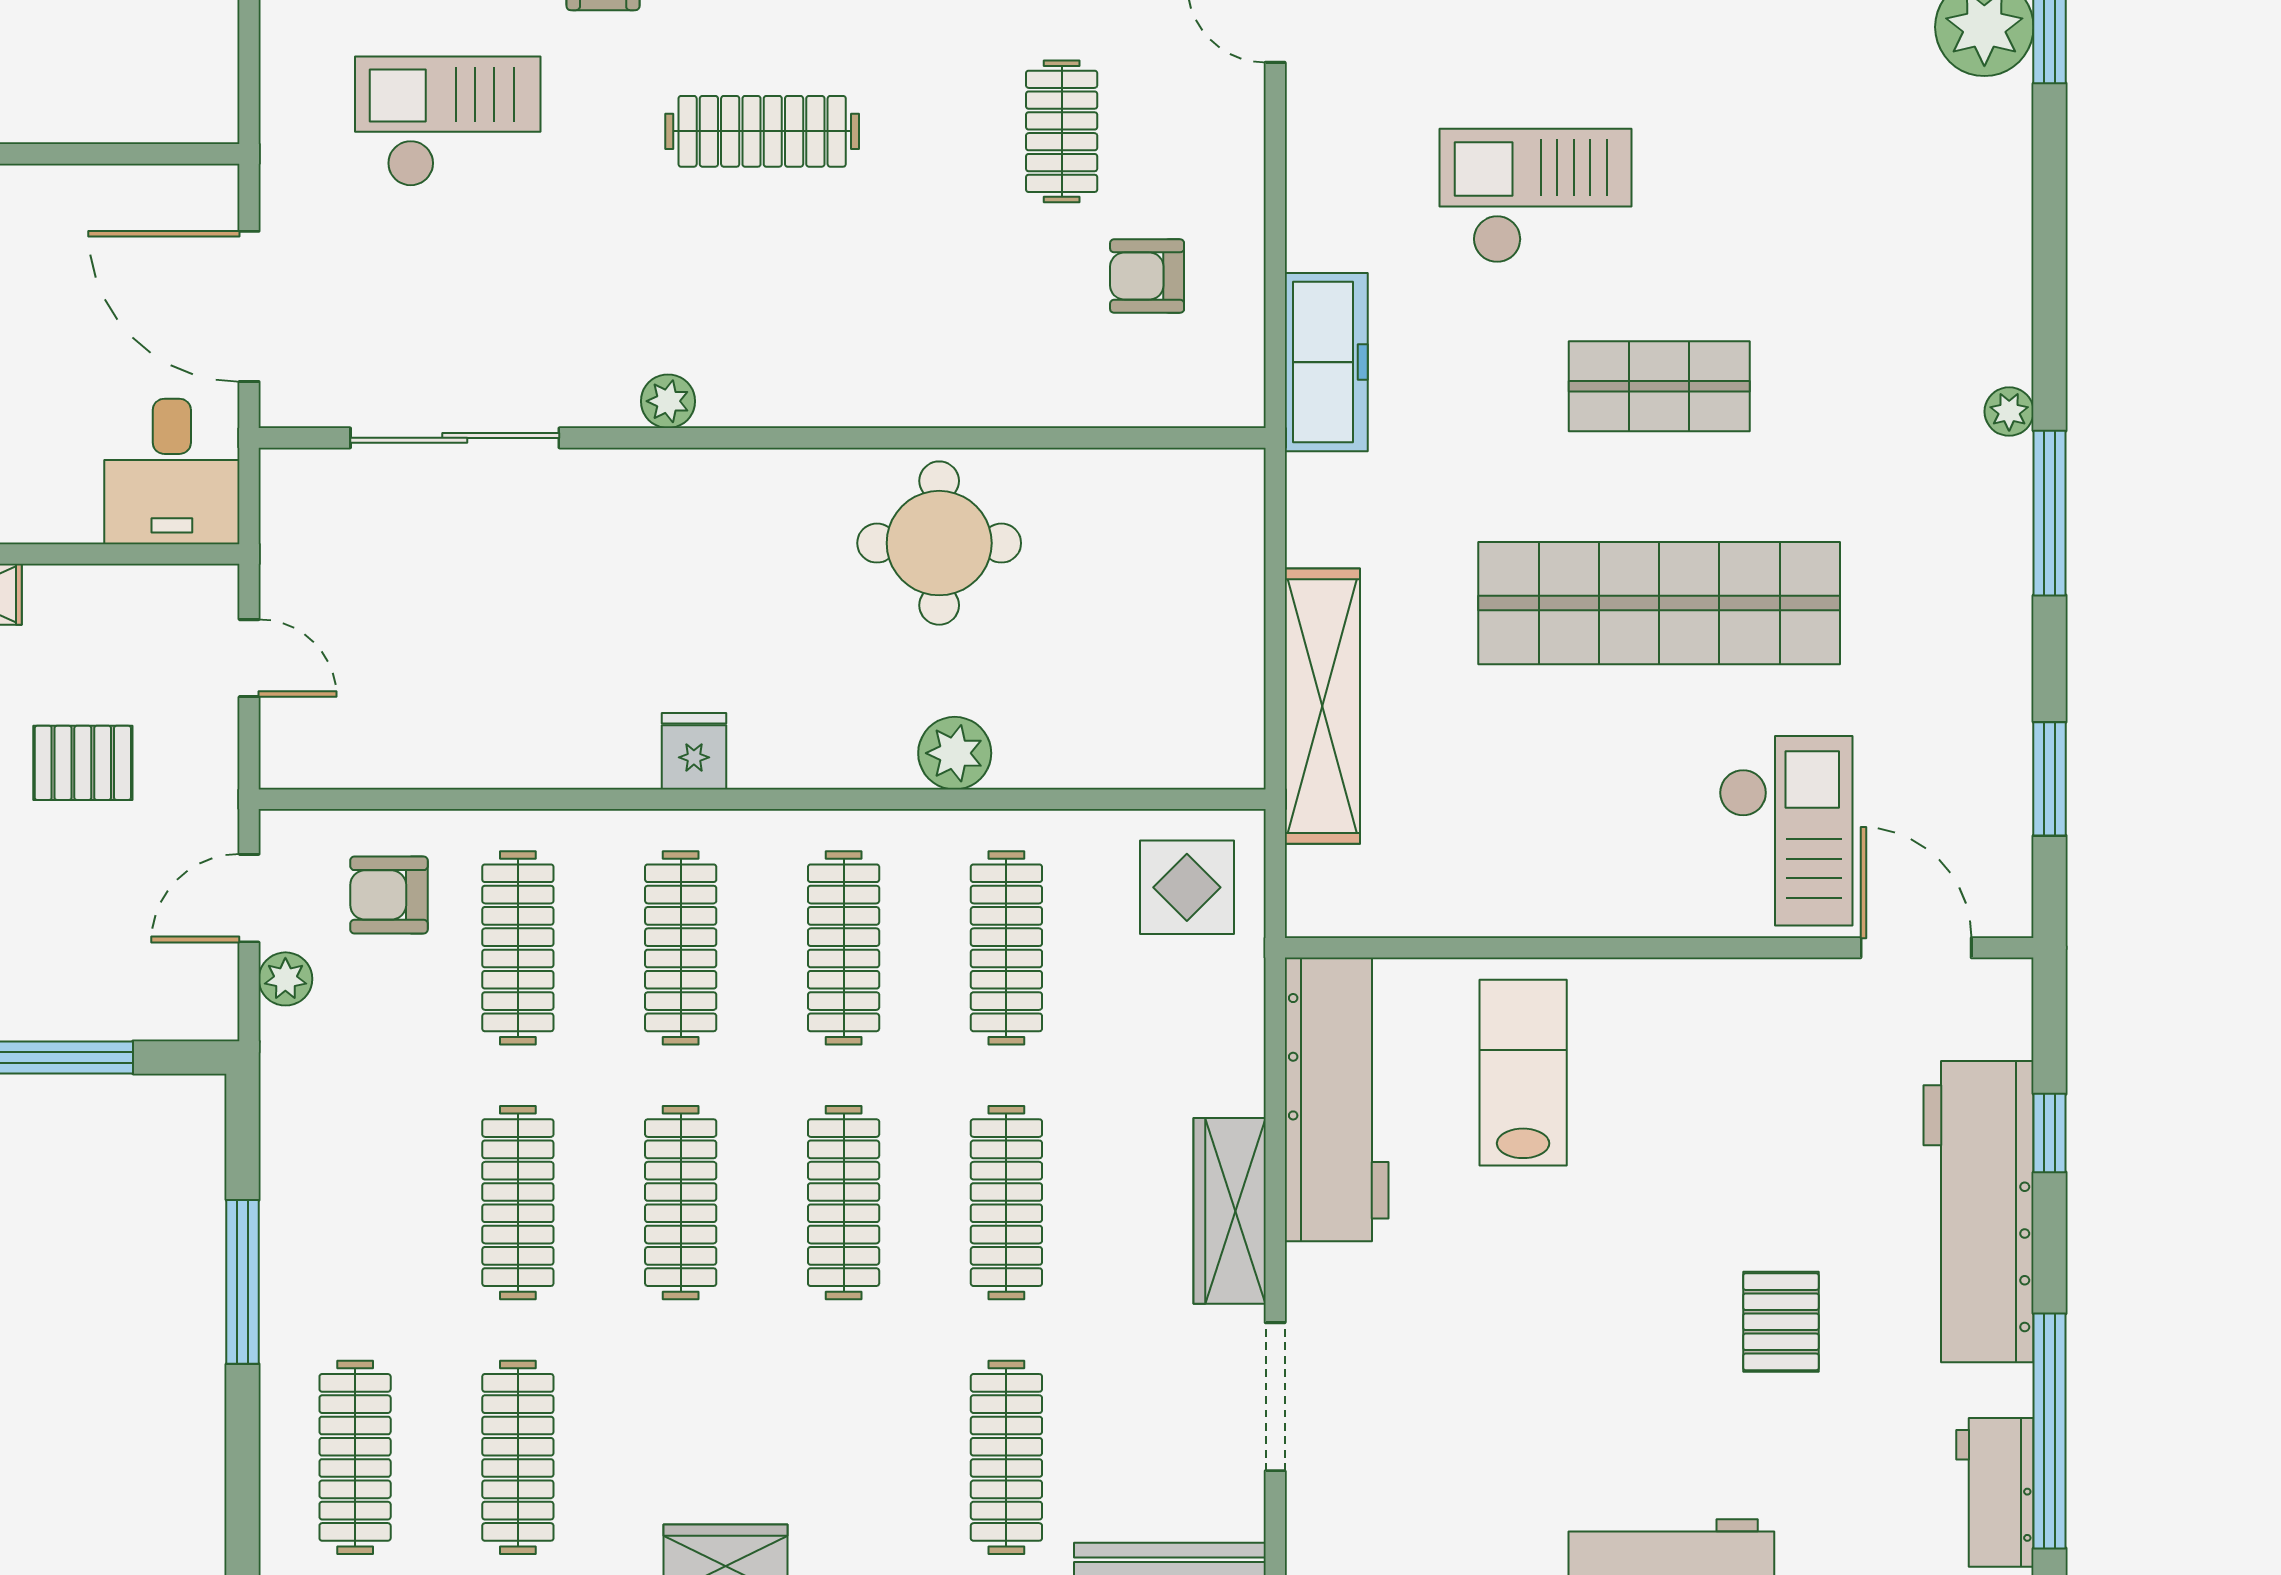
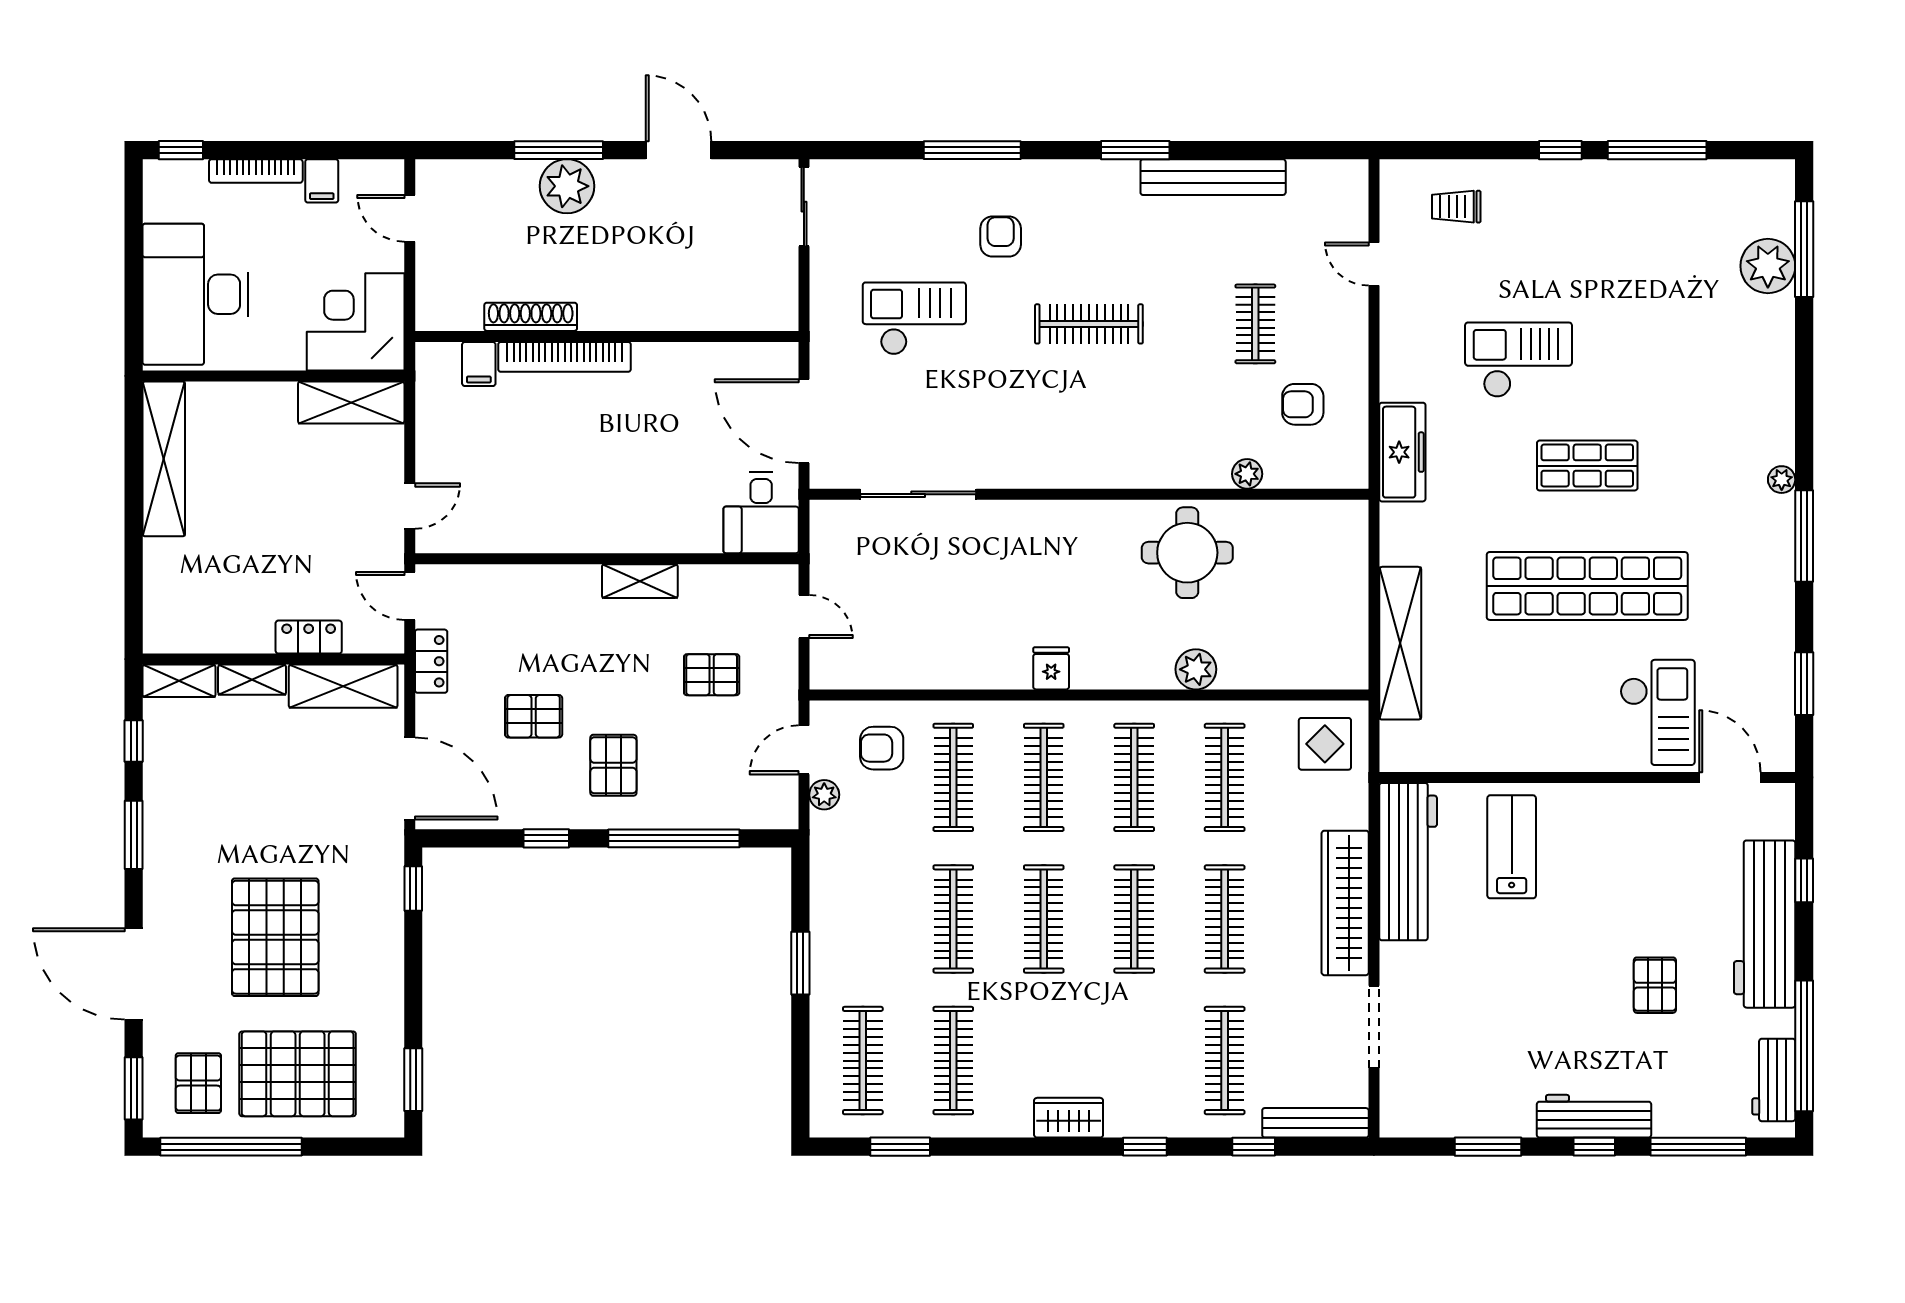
plant: (668, 401) -> (1247, 474), moved
wardrobe: (1230, 1211) -> (1345, 903), width x1.40, depth x1.17
window: (243, 1282) -> (800, 963), width x0.69

